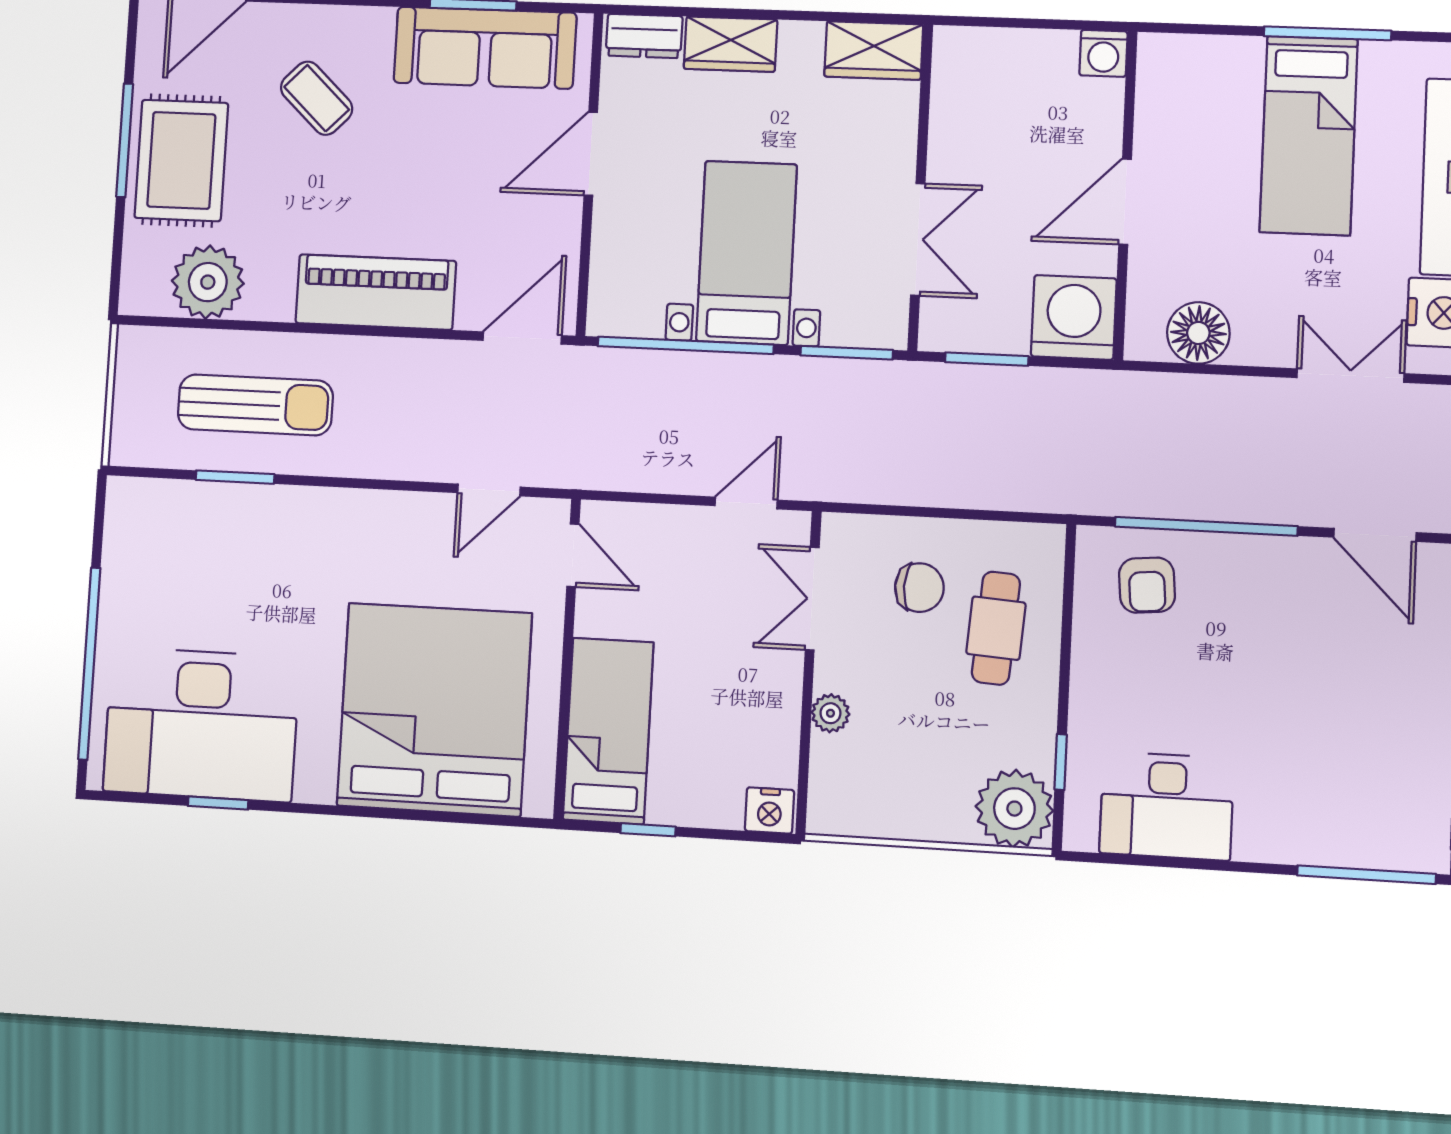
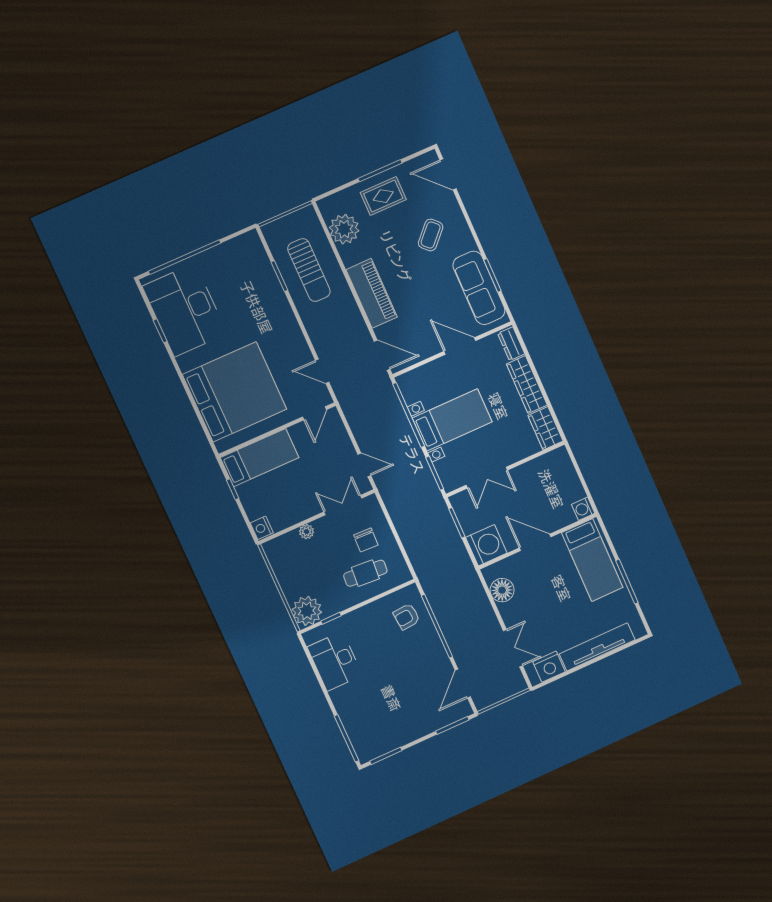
wardrobe: (730, 44) -> (527, 385), width x1.50
bed: (1309, 136) -> (592, 560), moved, turned -90
rug: (181, 160) -> (383, 196), width x0.73, depth x0.70

